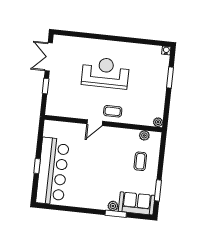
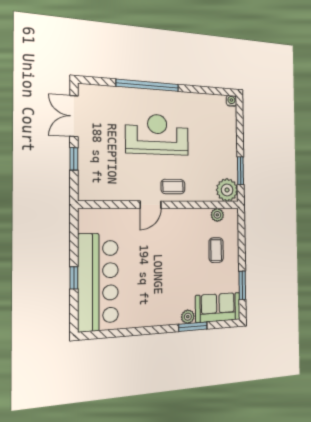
window: (102, 37) -> (148, 85), added
window: (170, 77) -> (240, 171), moved
plant: (158, 122) -> (227, 190), width x1.88, depth x1.88

